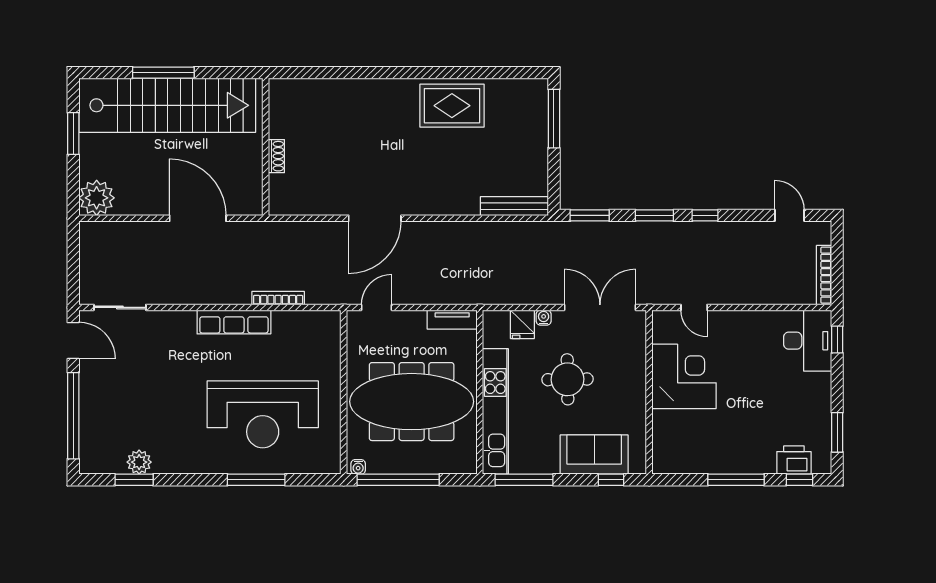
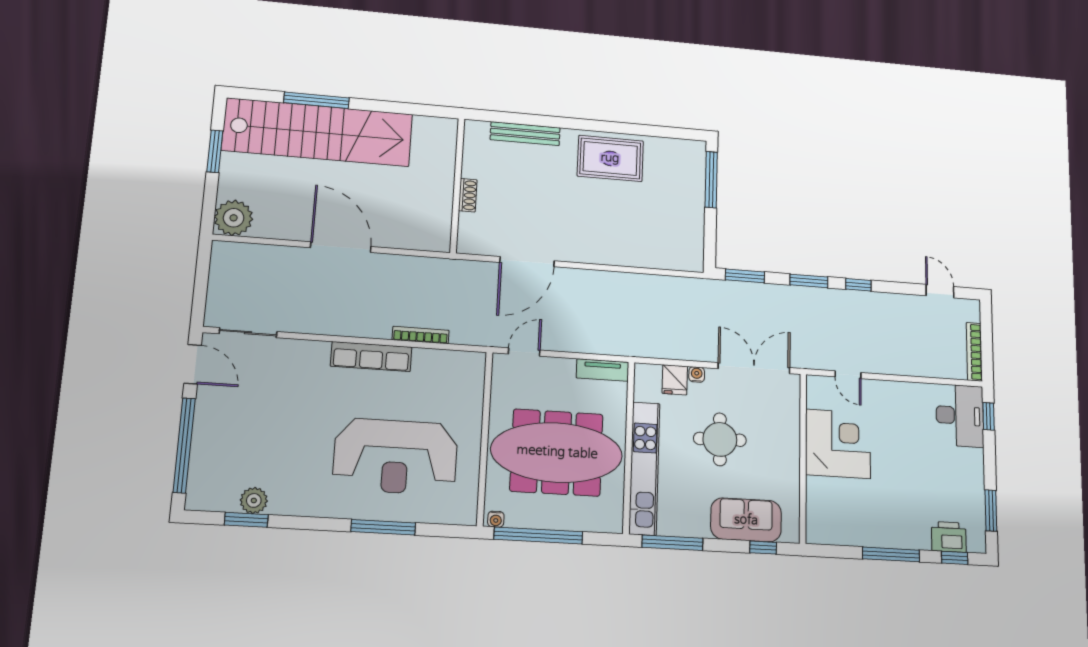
wall: (266, 147) -> (457, 185), moved
shoe rack: (276, 156) -> (468, 195), moved
bench: (514, 206) -> (525, 134), moved

